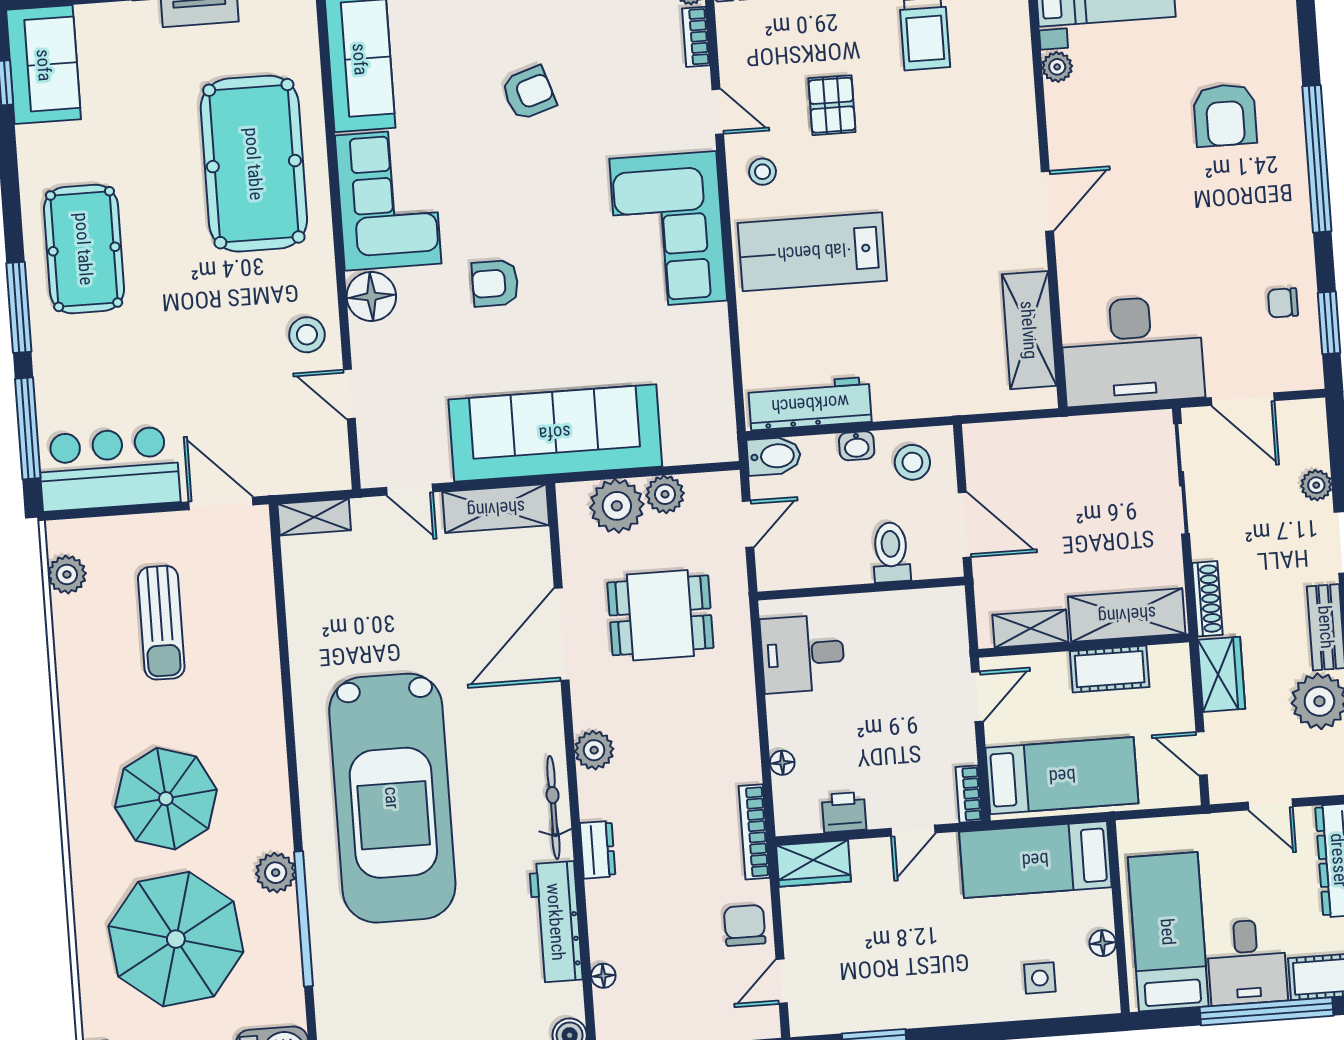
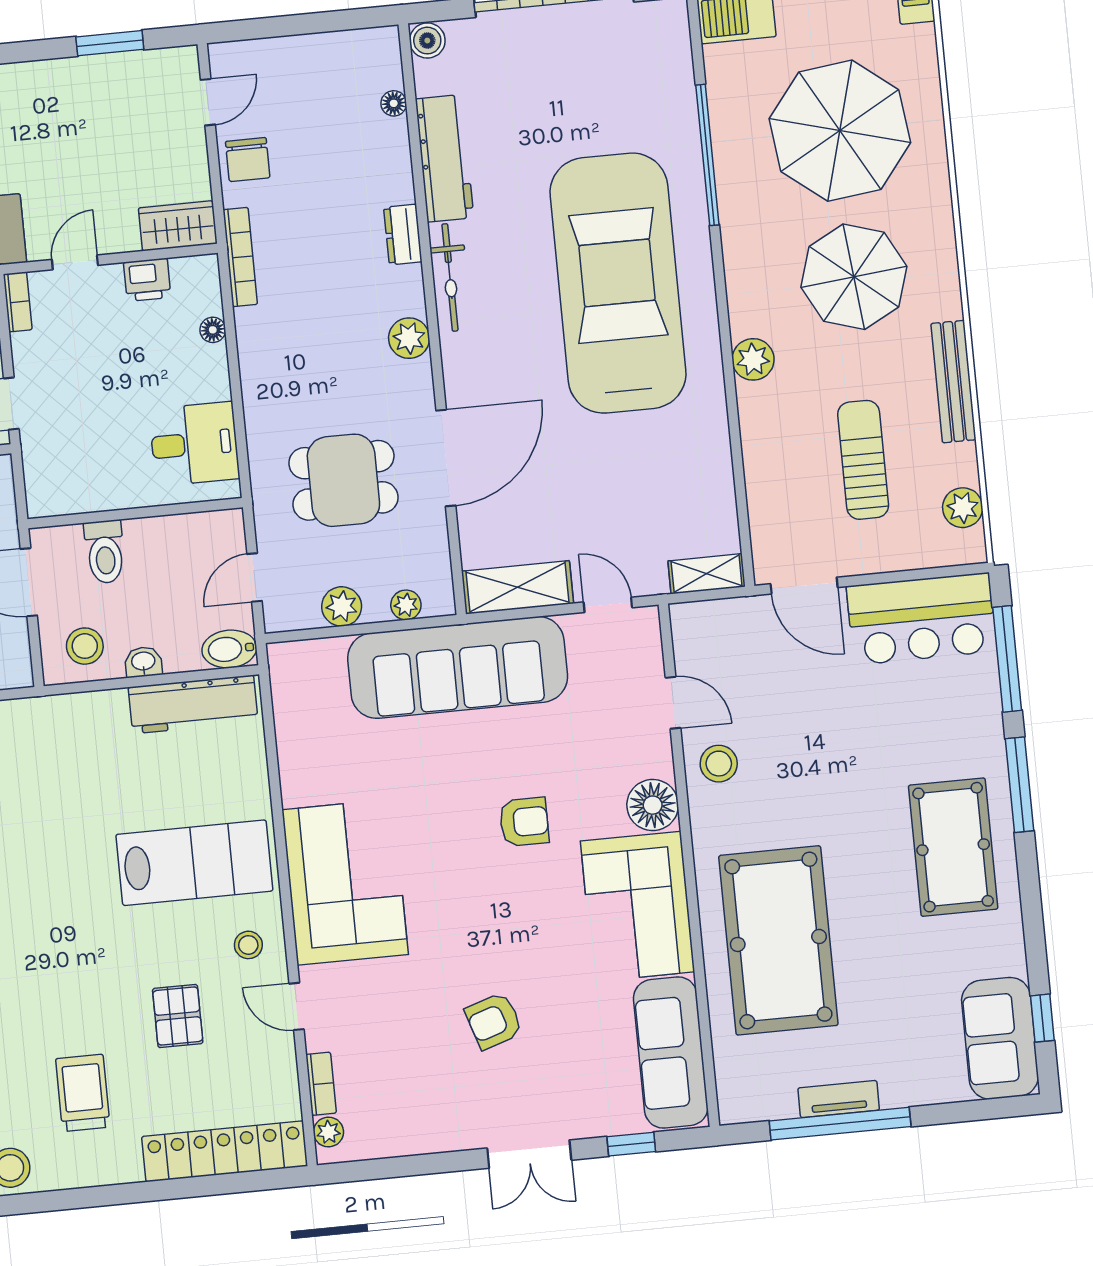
plant: (617, 506) -> (406, 605), width x0.53, depth x0.53
bench: (73, 696) -> (953, 382), added
plant: (276, 873) -> (753, 359), moved

